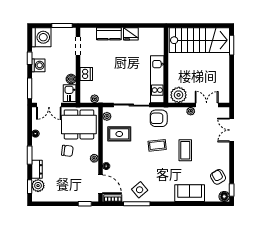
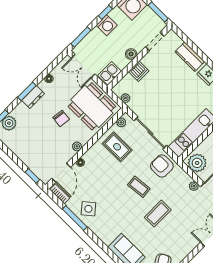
boiler: (71, 79) -> (131, 54), moved
dresser: (37, 169) -> (33, 97), moved

